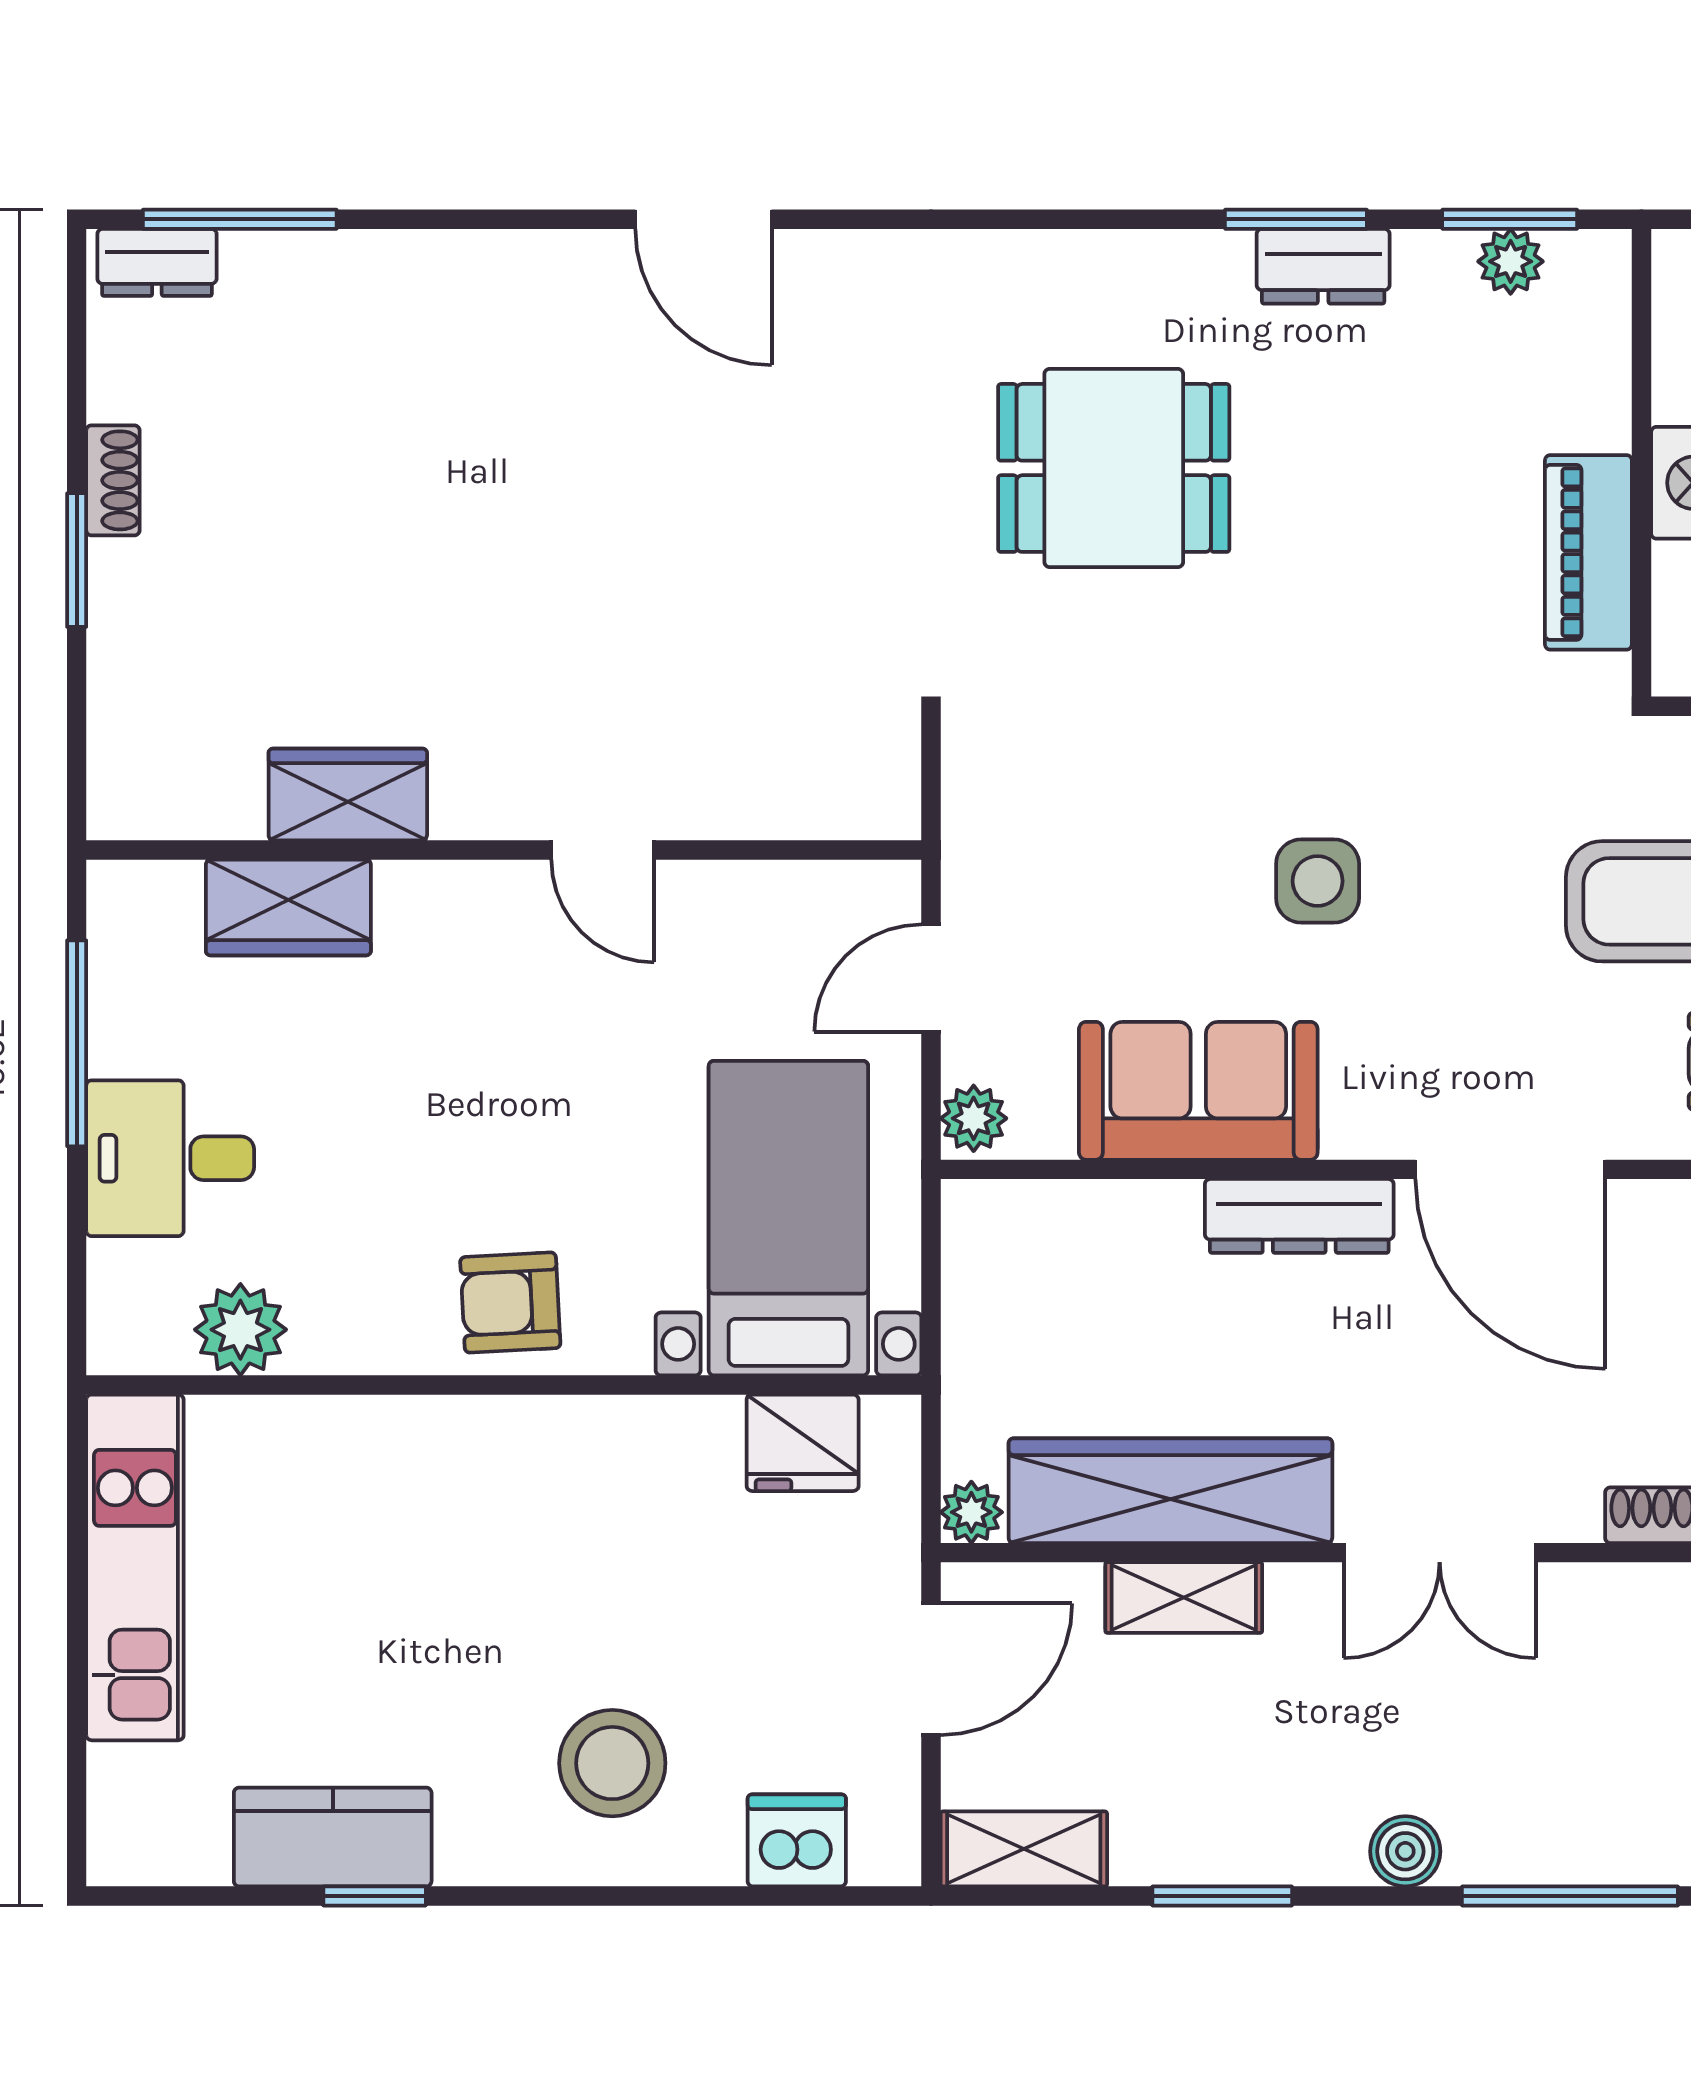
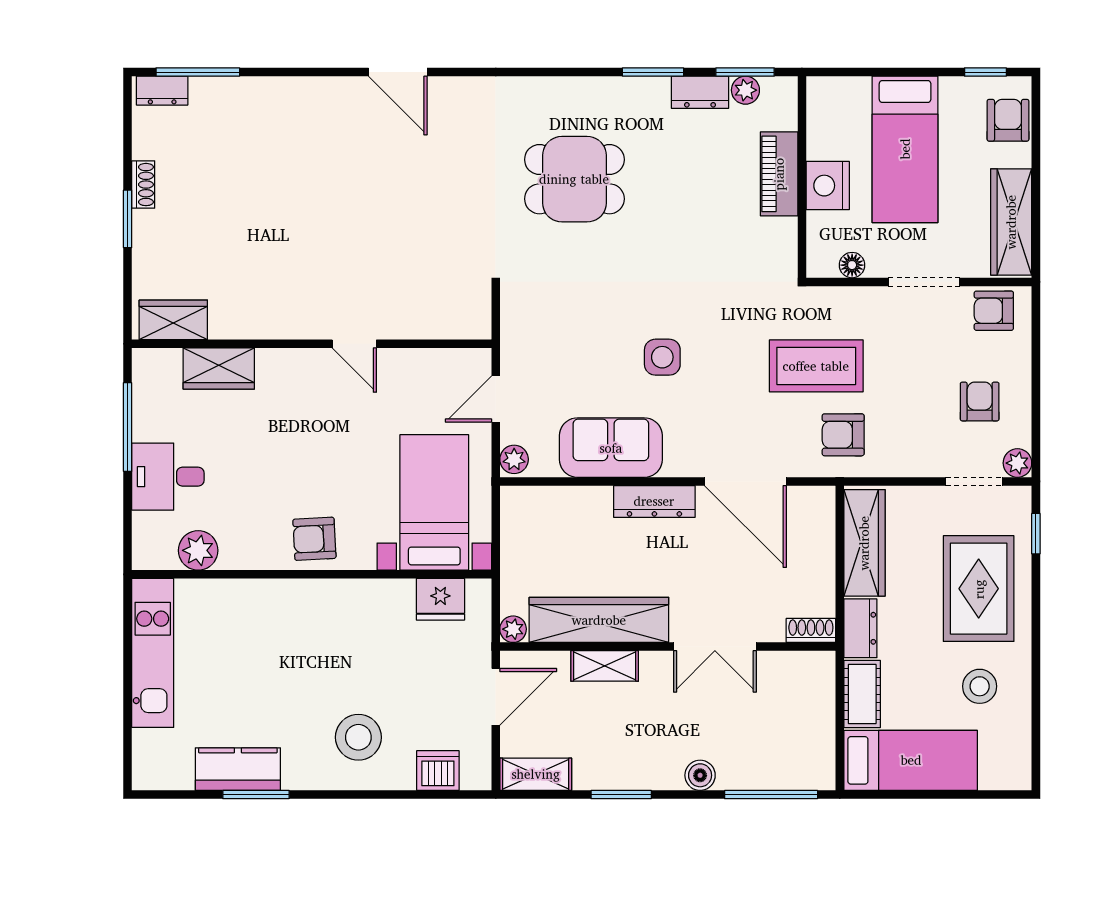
dresser: (1323, 266) -> (700, 92), moved
piano: (1588, 552) -> (779, 174), moved
wardrobe: (348, 794) -> (173, 320), moved
window: (375, 1896) -> (256, 795), width x1.50

